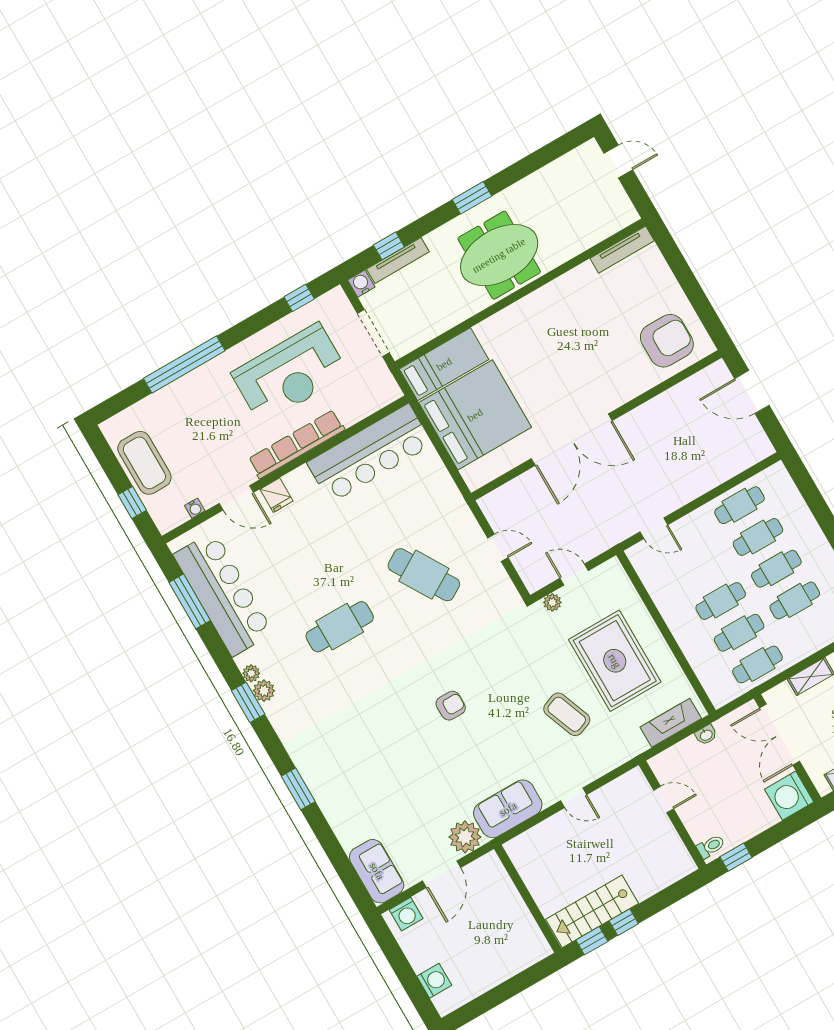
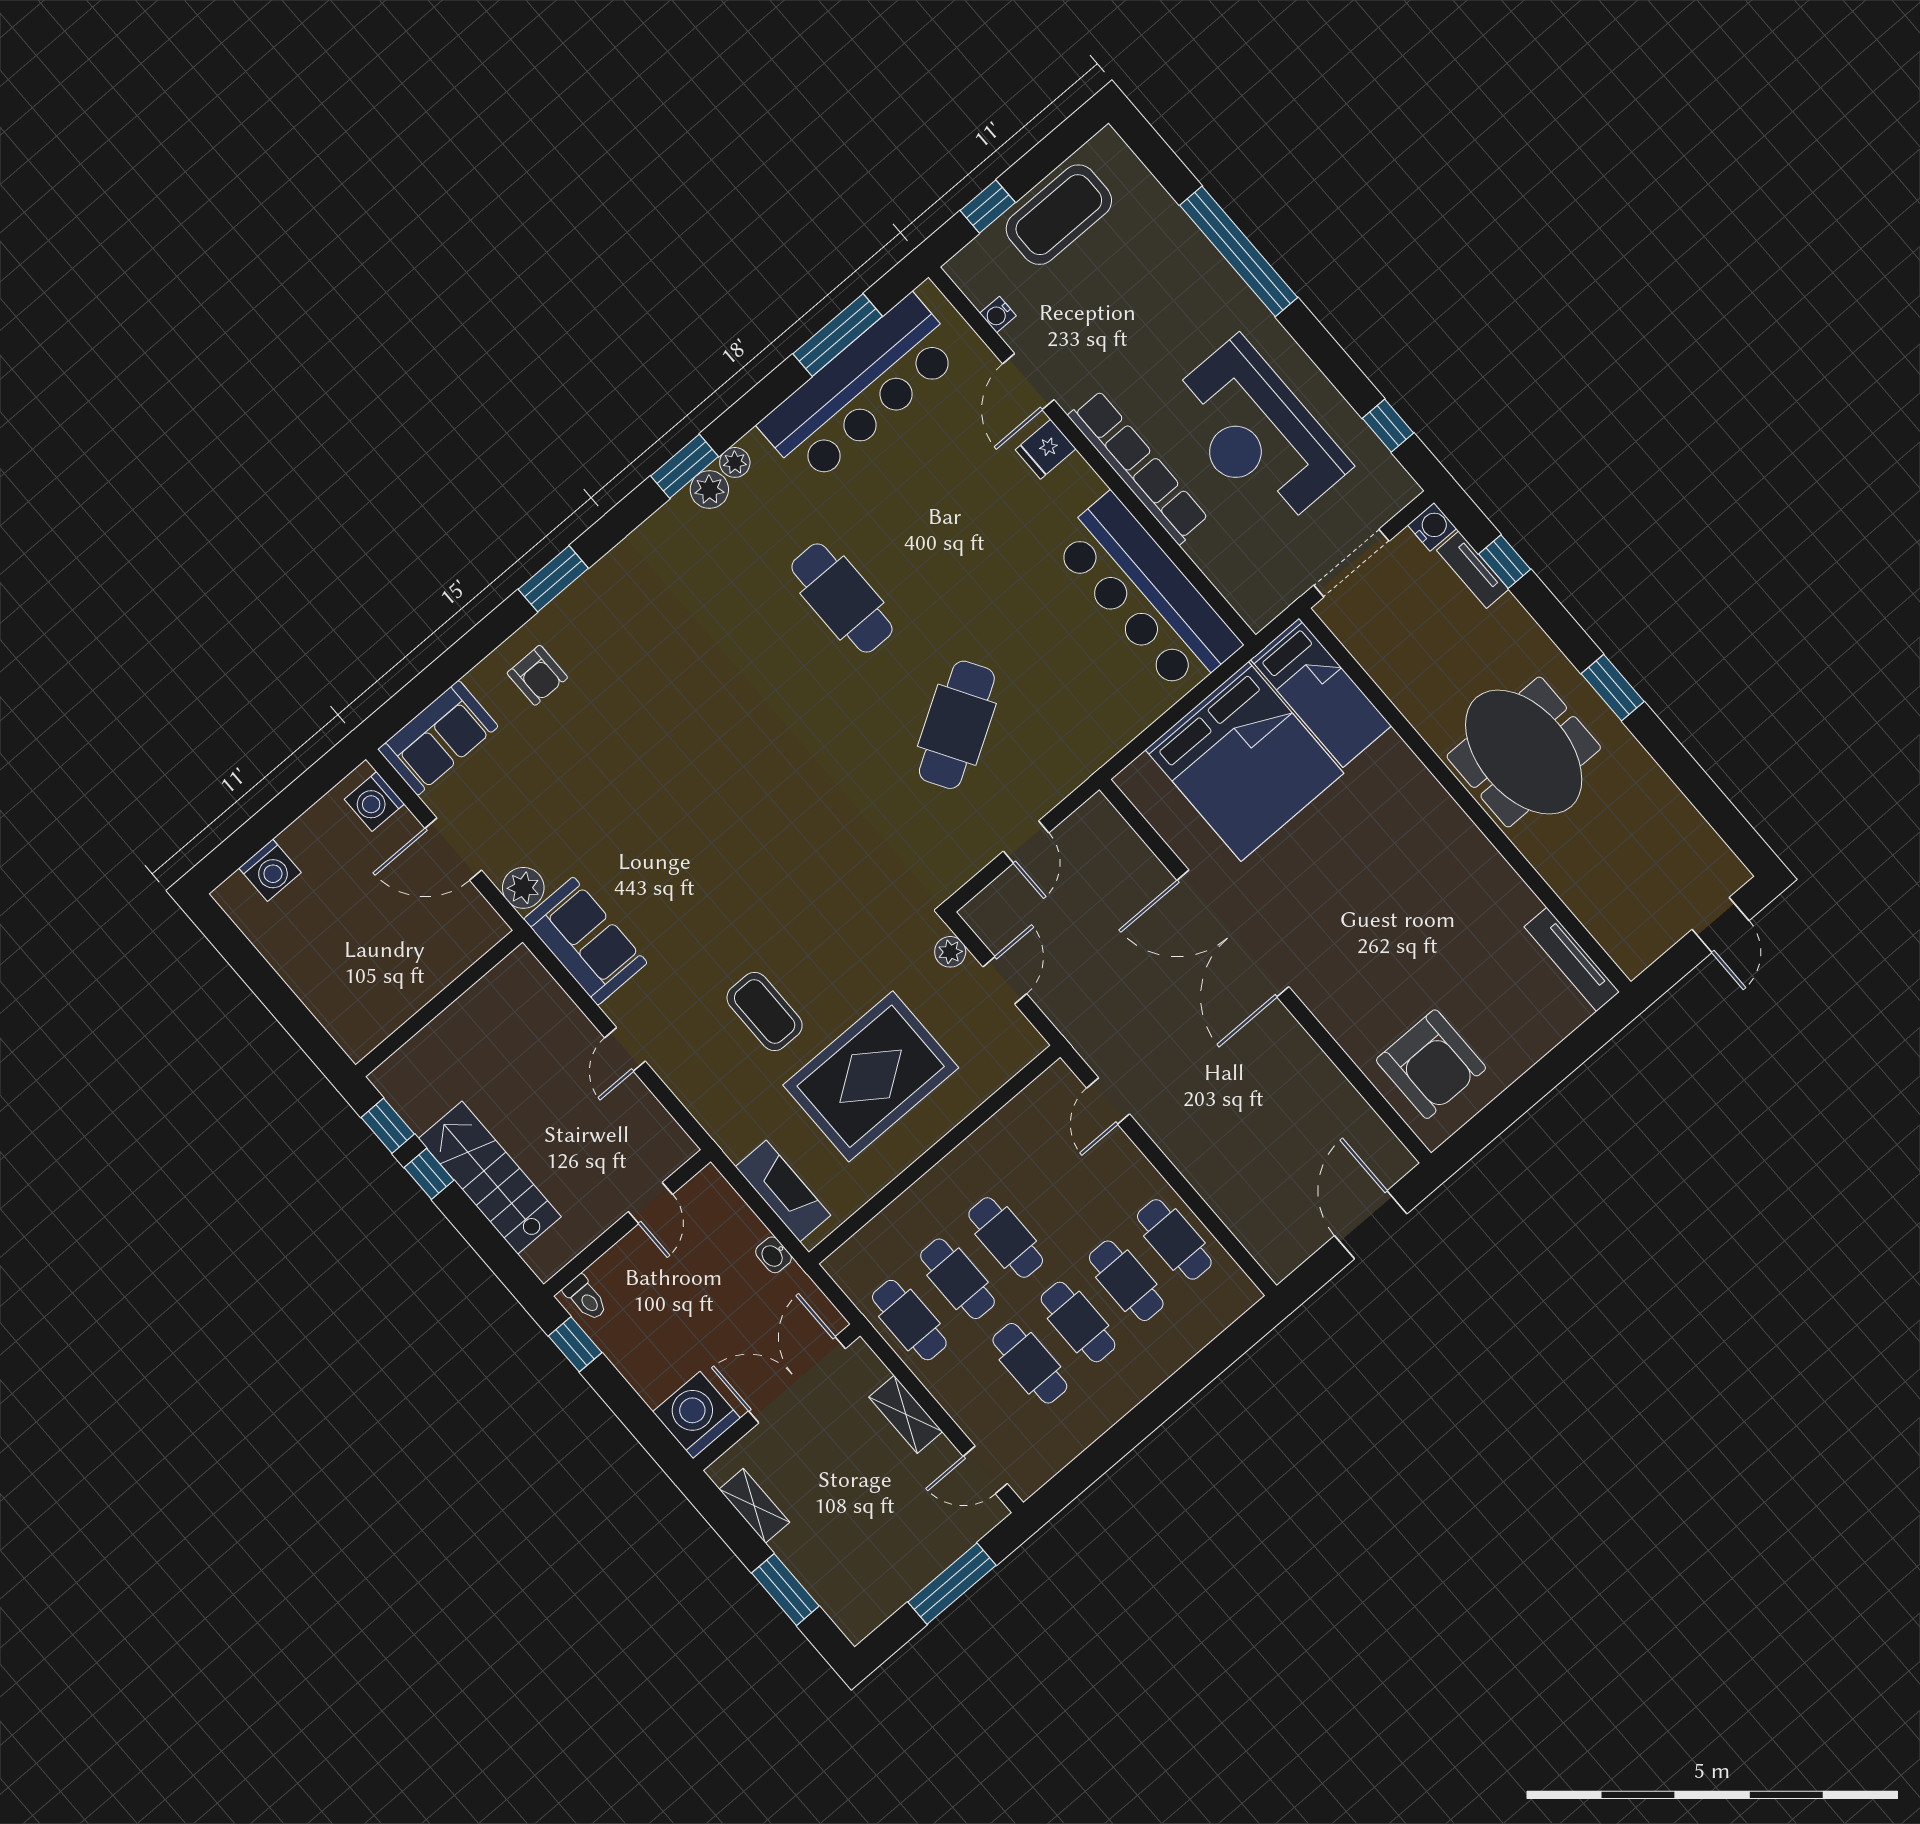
tv unit: (398, 260) -> (1473, 570), width x0.71
armchair: (451, 706) -> (537, 675), moved
coffee table: (567, 714) -> (765, 1012), turned -69
plant: (465, 837) -> (523, 888), width x0.73, depth x0.73
stairs: (592, 911) -> (490, 1178), moved

